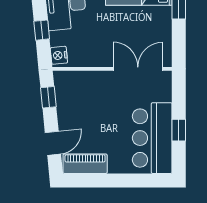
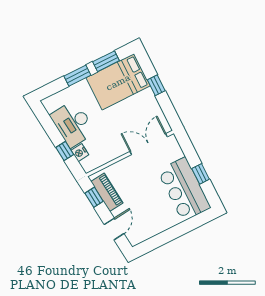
nightstand: (59, 55) -> (80, 153), moved
piano: (85, 164) -> (107, 192), moved, turned 84

